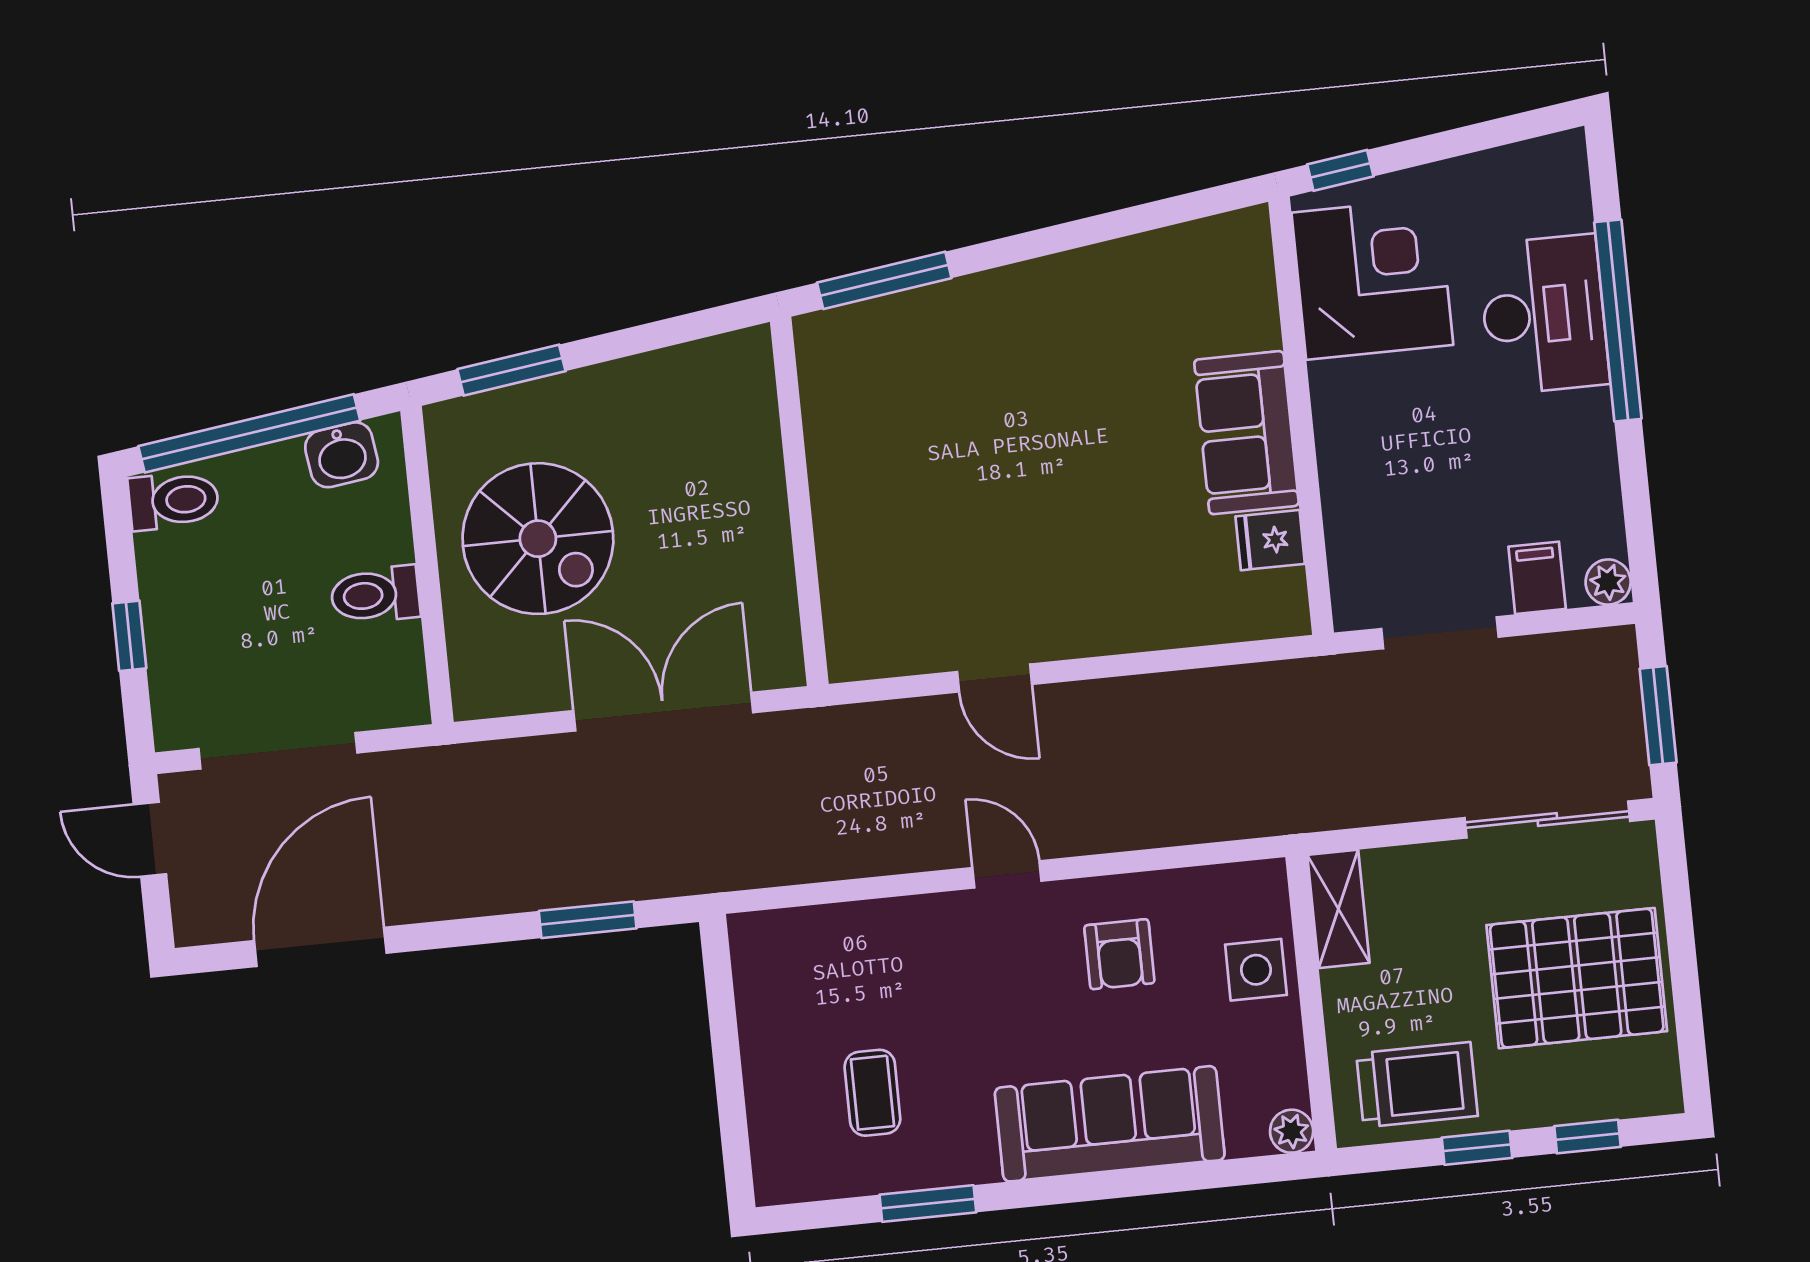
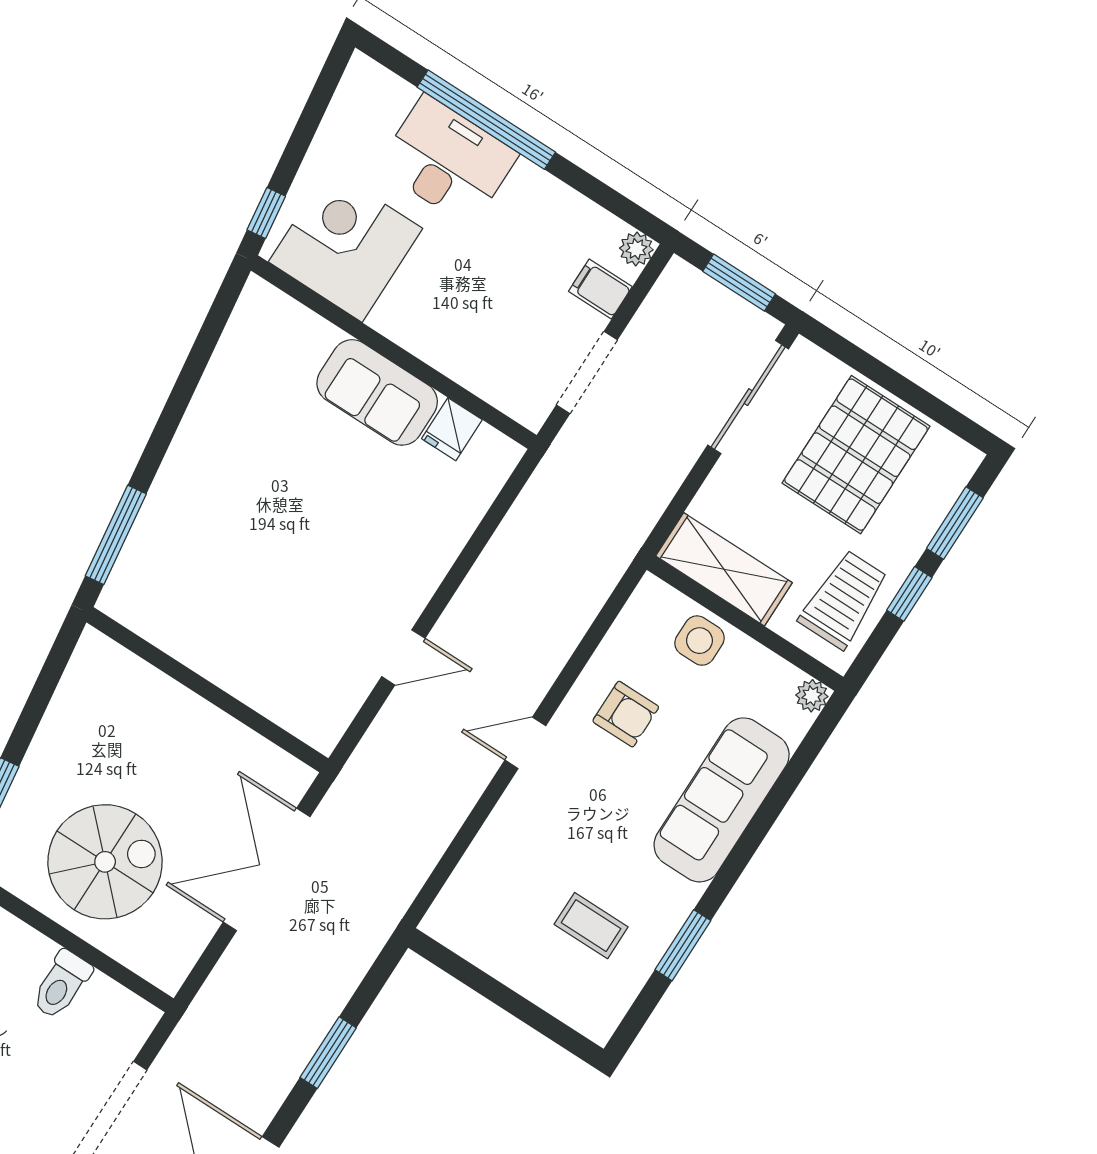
shelving: (1338, 909) -> (724, 569), width x1.50, depth x1.33
window: (588, 920) -> (328, 1053), moved
window: (1588, 1137) -> (955, 523), width x1.50

